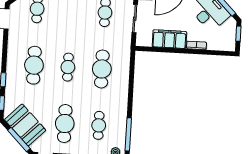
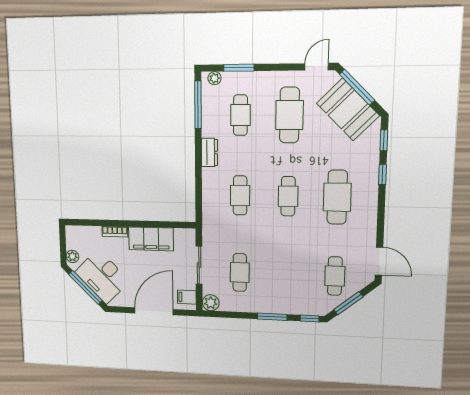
plant: (231, 27) -> (72, 256), added
window: (238, 34) -> (63, 248), removed
cafe table: (102, 69) -> (240, 195), width x0.73, depth x0.74
dresser: (122, 100) -> (209, 152), added

